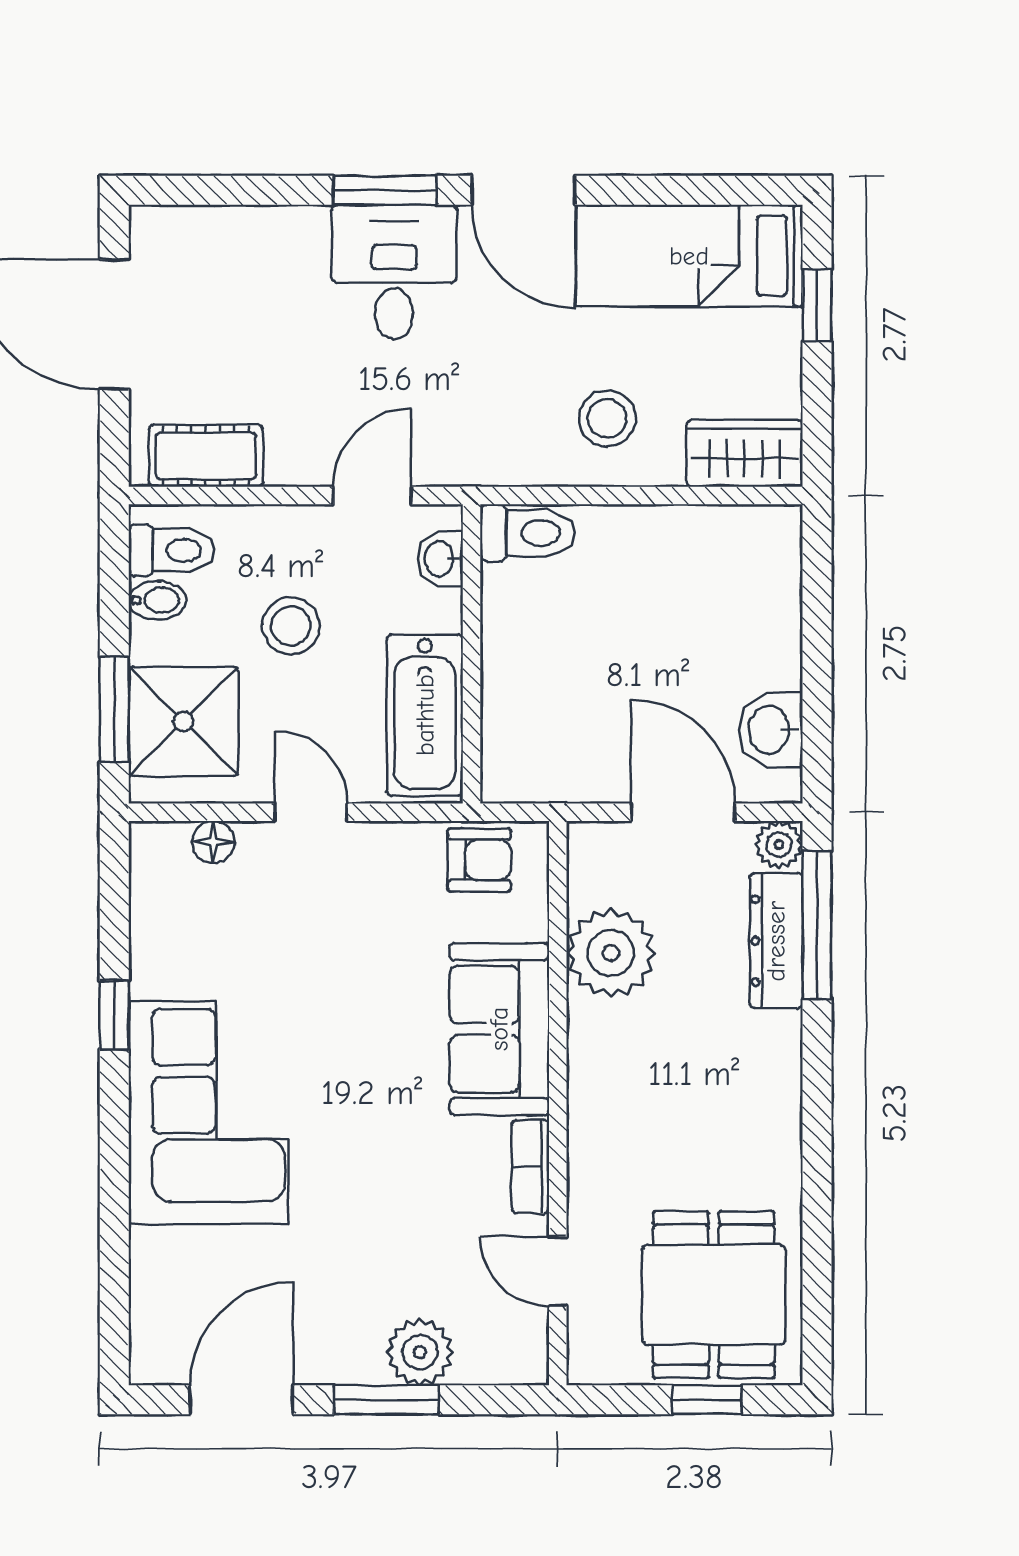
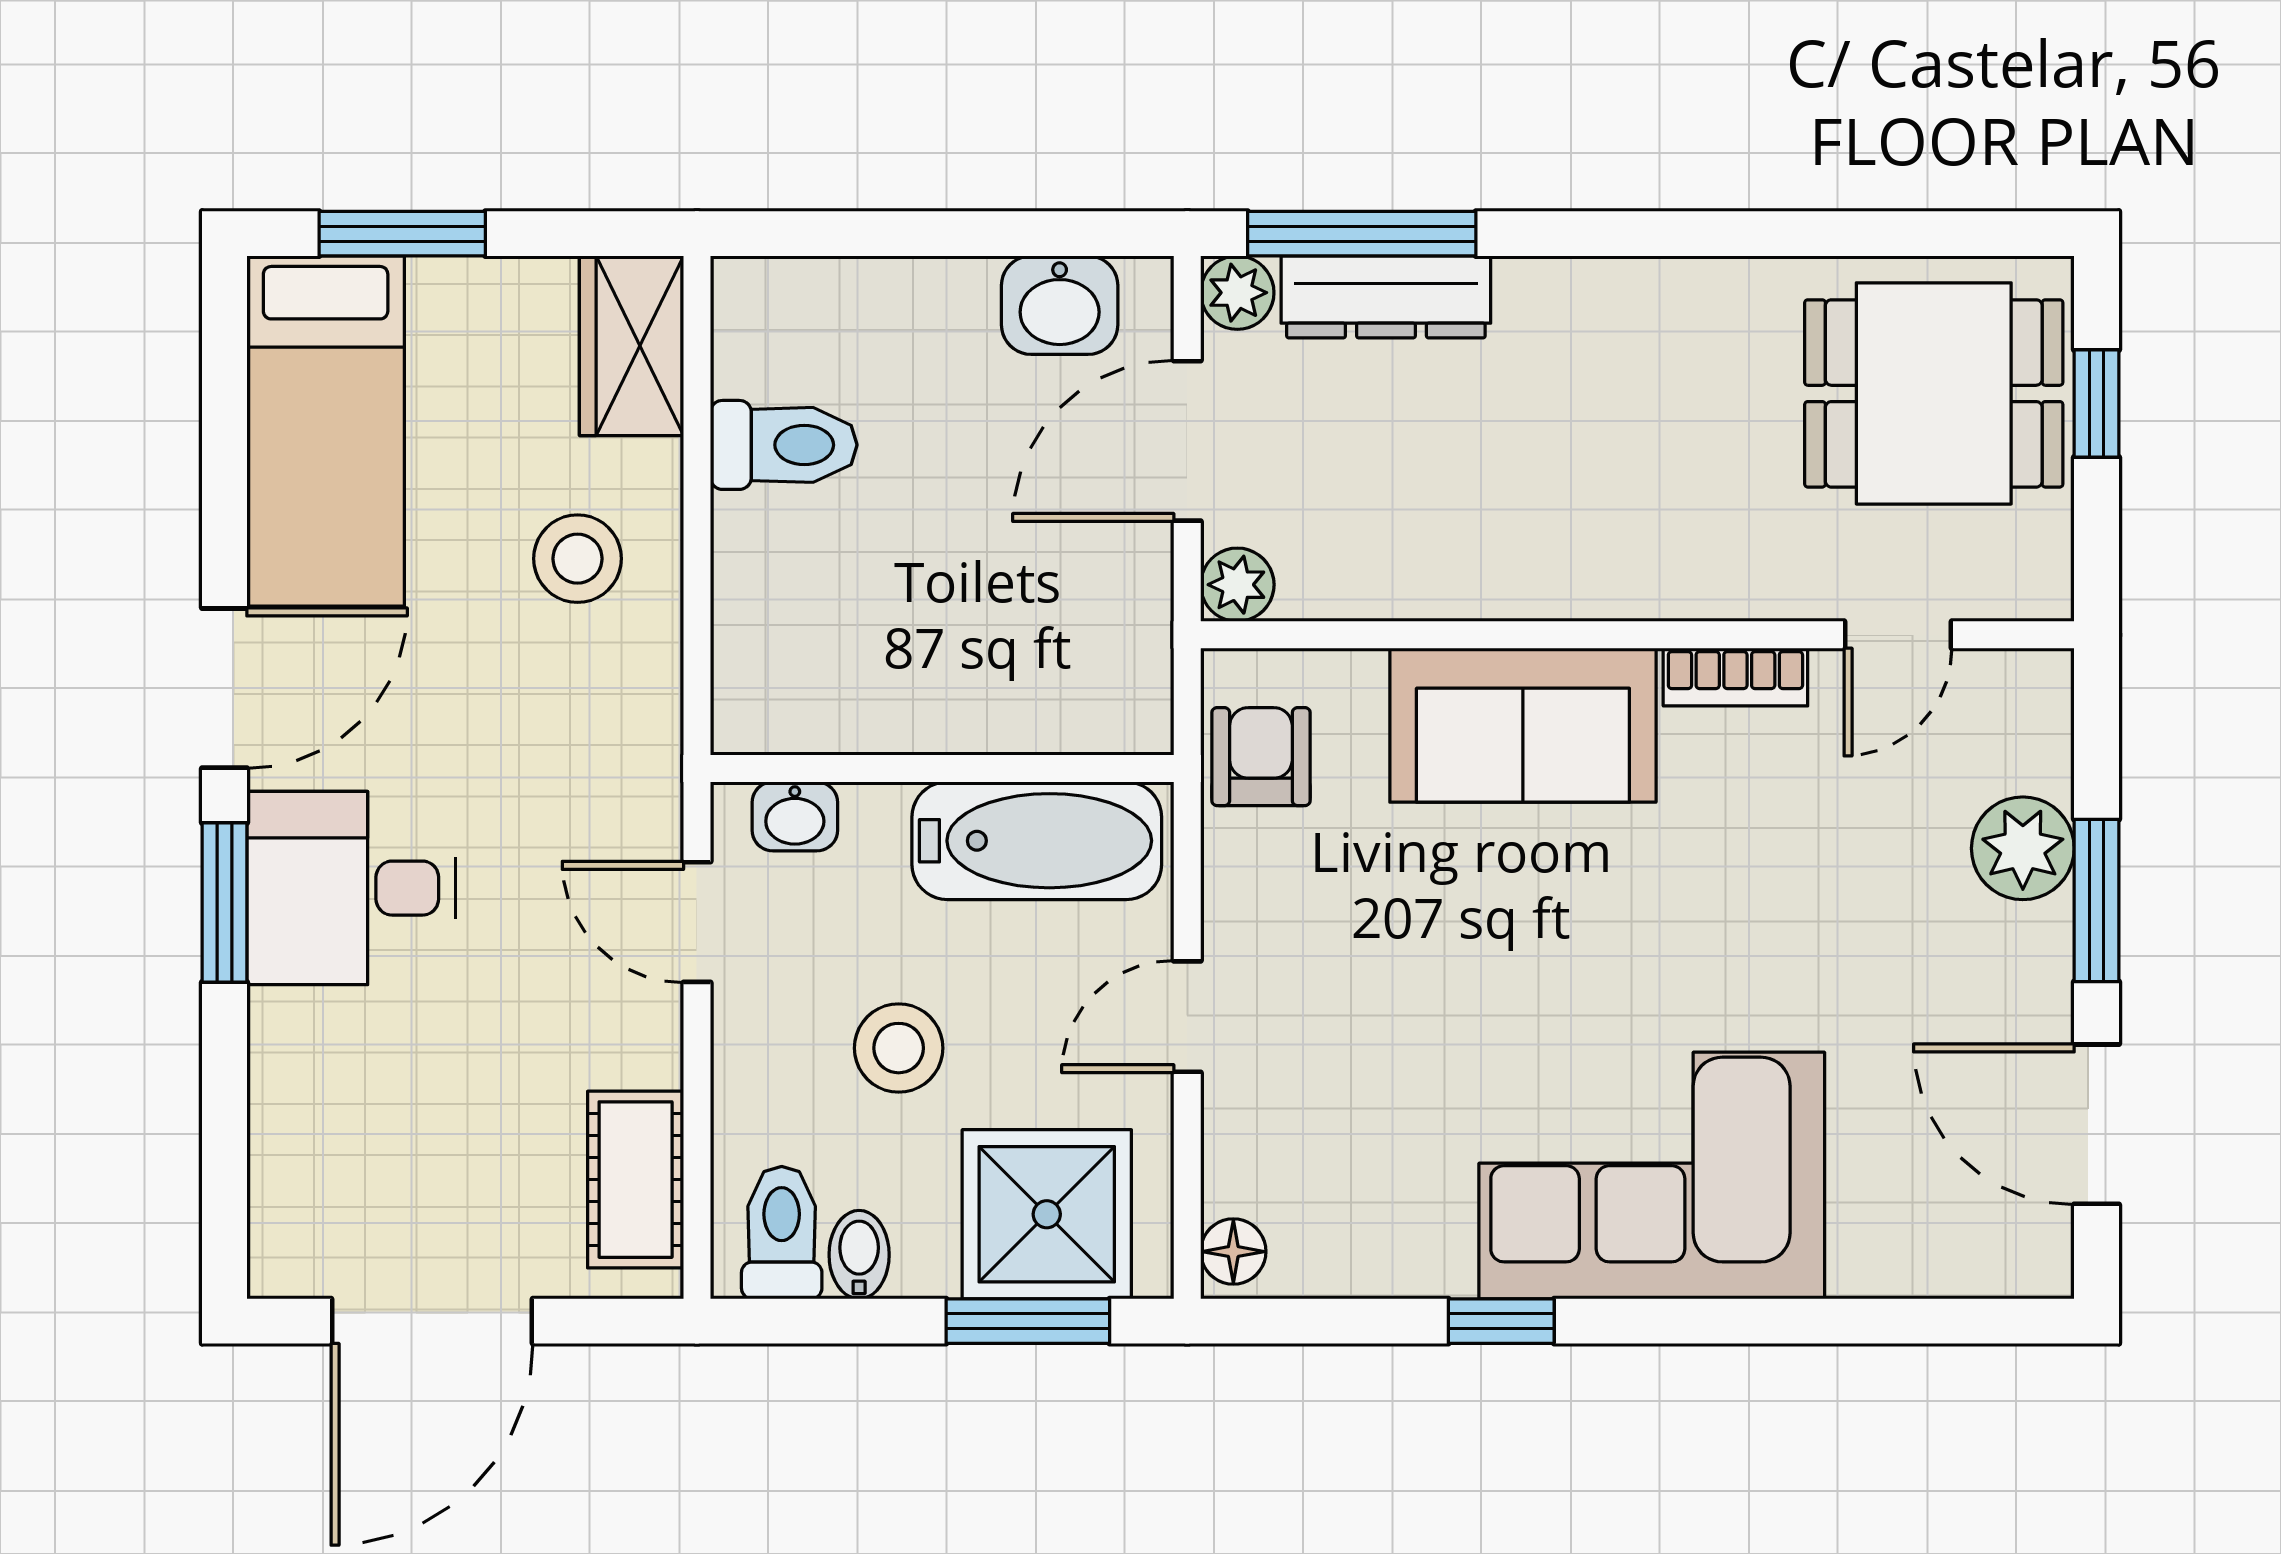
window: (817, 305) -> (402, 234), width x1.50
toilet: (527, 533) -> (784, 445), moved, turned 90
floor lamp: (213, 842) -> (1233, 1252), moved
plant: (611, 953) -> (1237, 585), moved, width x0.53, depth x0.53

